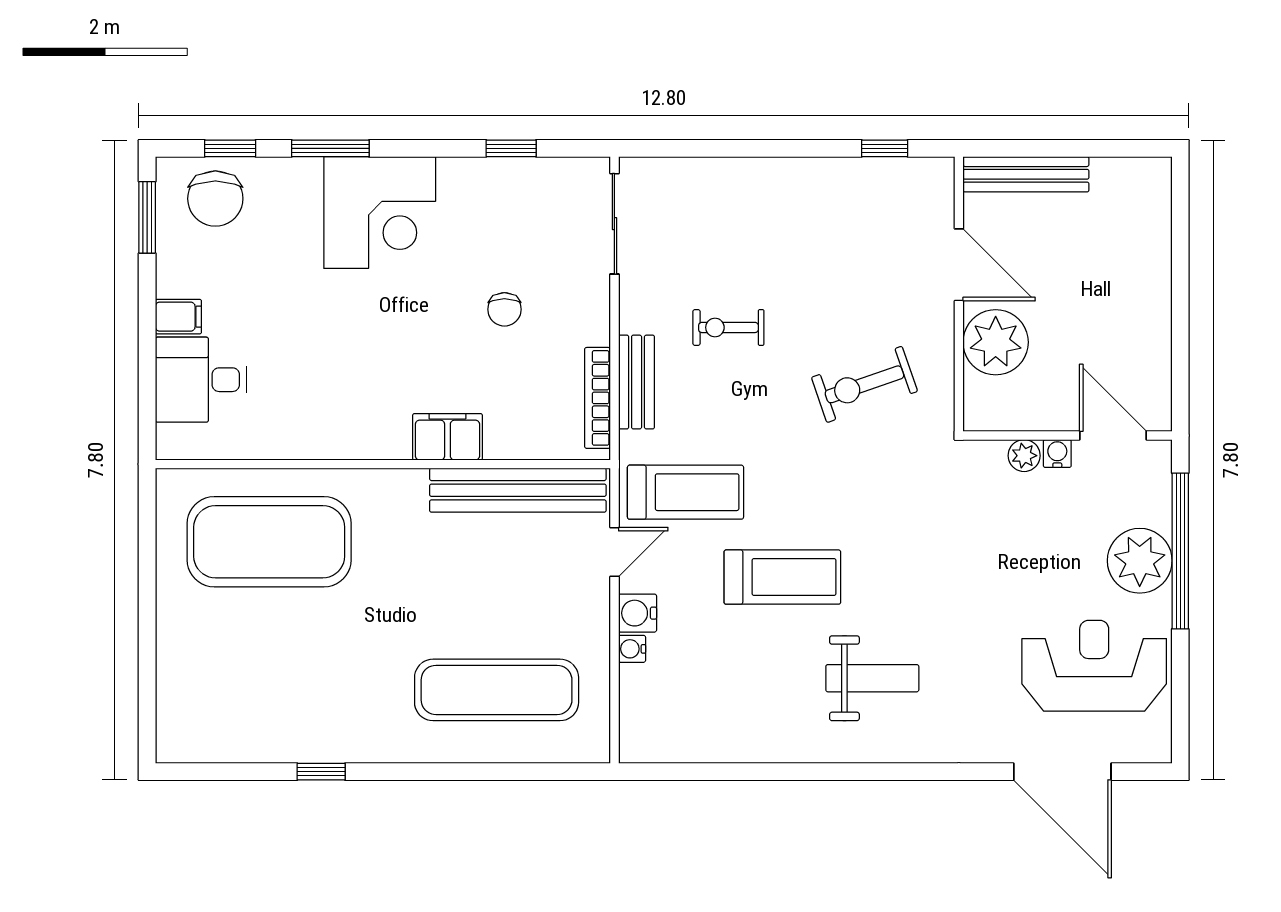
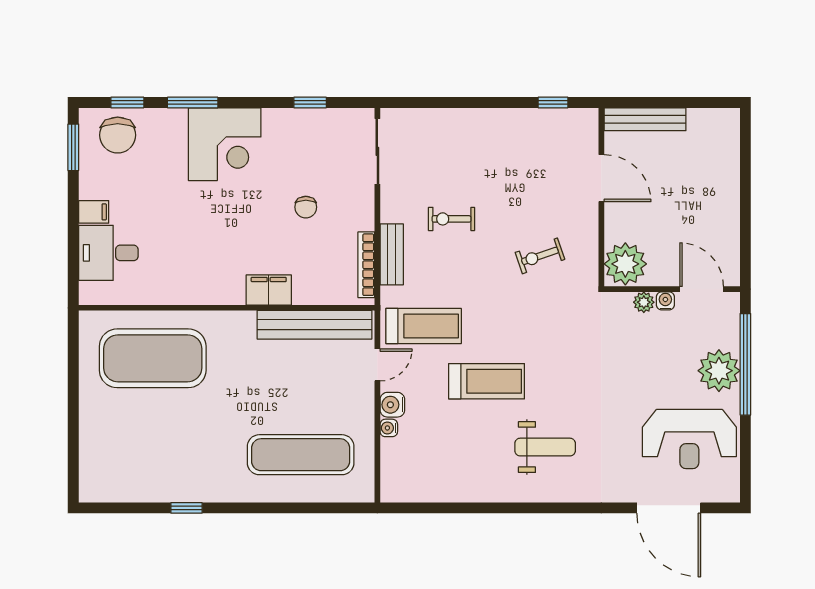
plant: (996, 342) -> (625, 264), moved
exercise bike: (864, 384) -> (540, 256), width x0.73, depth x0.72
reception desk: (1094, 666) -> (689, 439), turned 180

